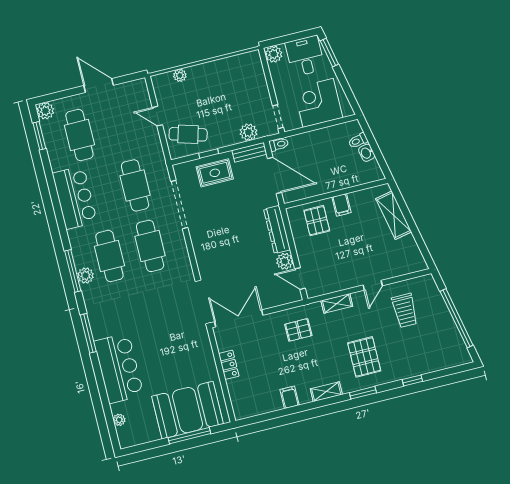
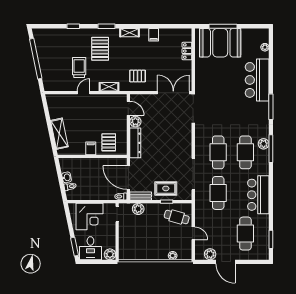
plant: (45, 111) -> (210, 254), moved
trolley: (405, 310) -> (79, 67), moved
double door: (239, 318) -> (173, 93), swing flipped
locker: (229, 365) -> (187, 51), moved

